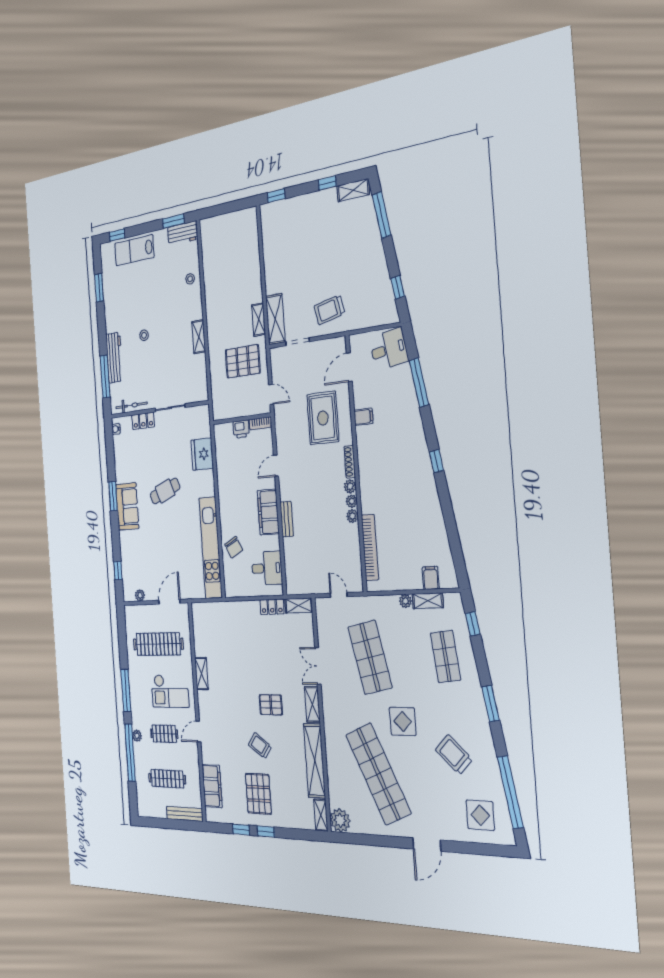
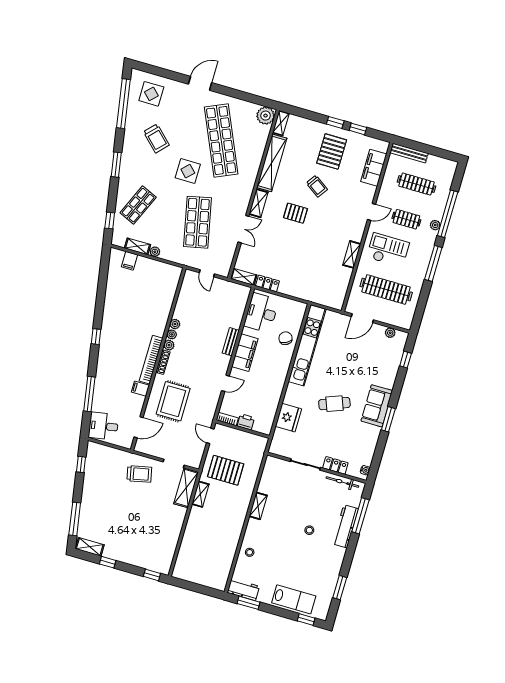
bookcase: (370, 547) -> (151, 360), moved
desk: (267, 568) -> (261, 313), width x1.37
shop shelf: (446, 657) -> (138, 205), turned 30

